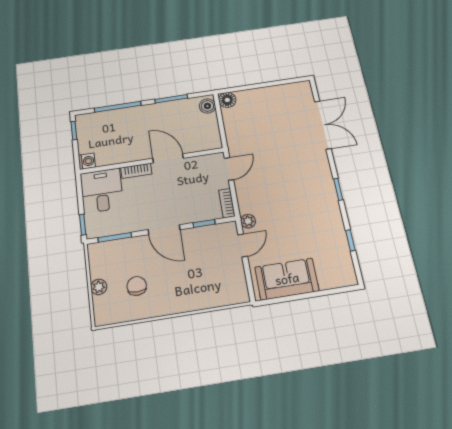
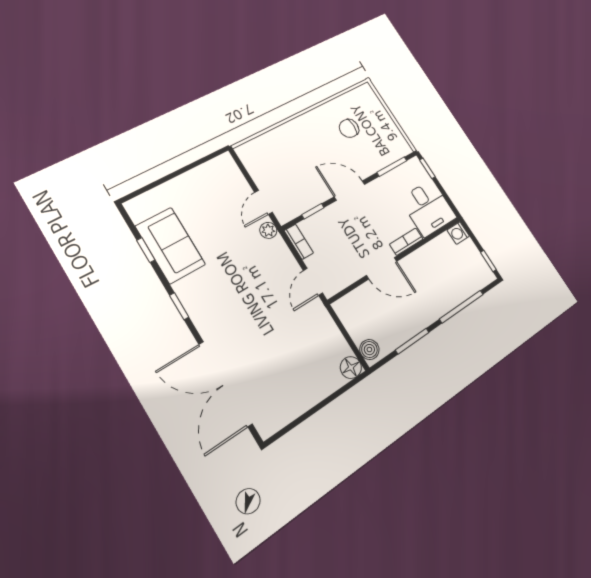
double door: (323, 125) -> (225, 384), width x1.36
sofa: (287, 279) -> (170, 245), moved, turned -90
chair: (137, 286) -> (349, 128), turned 90
plant: (99, 287) -> (382, 116), removed

